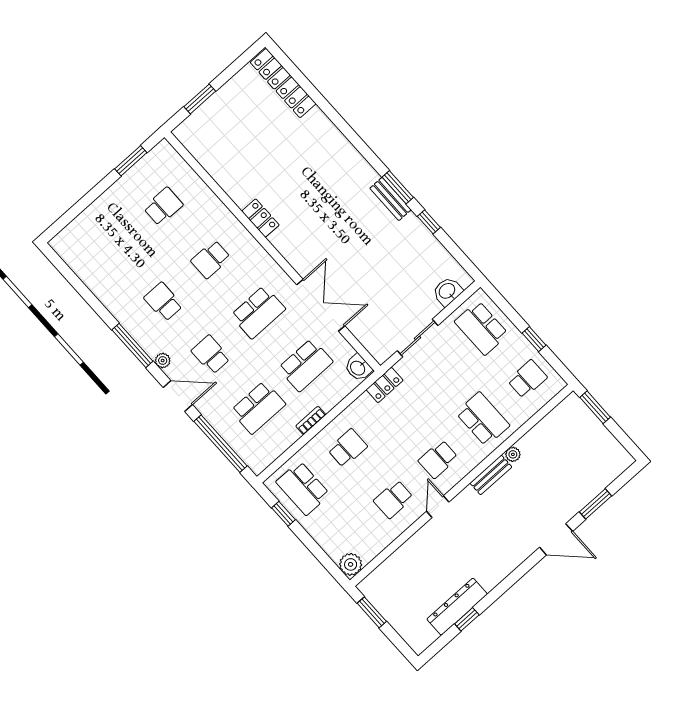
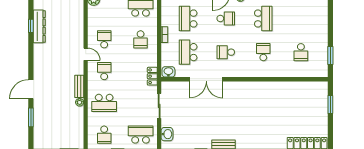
locker: (260, 218) -> (262, 86), removed
school desk: (163, 302) -> (263, 18), width x1.85
school desk: (258, 312) -> (226, 52), width x0.54

